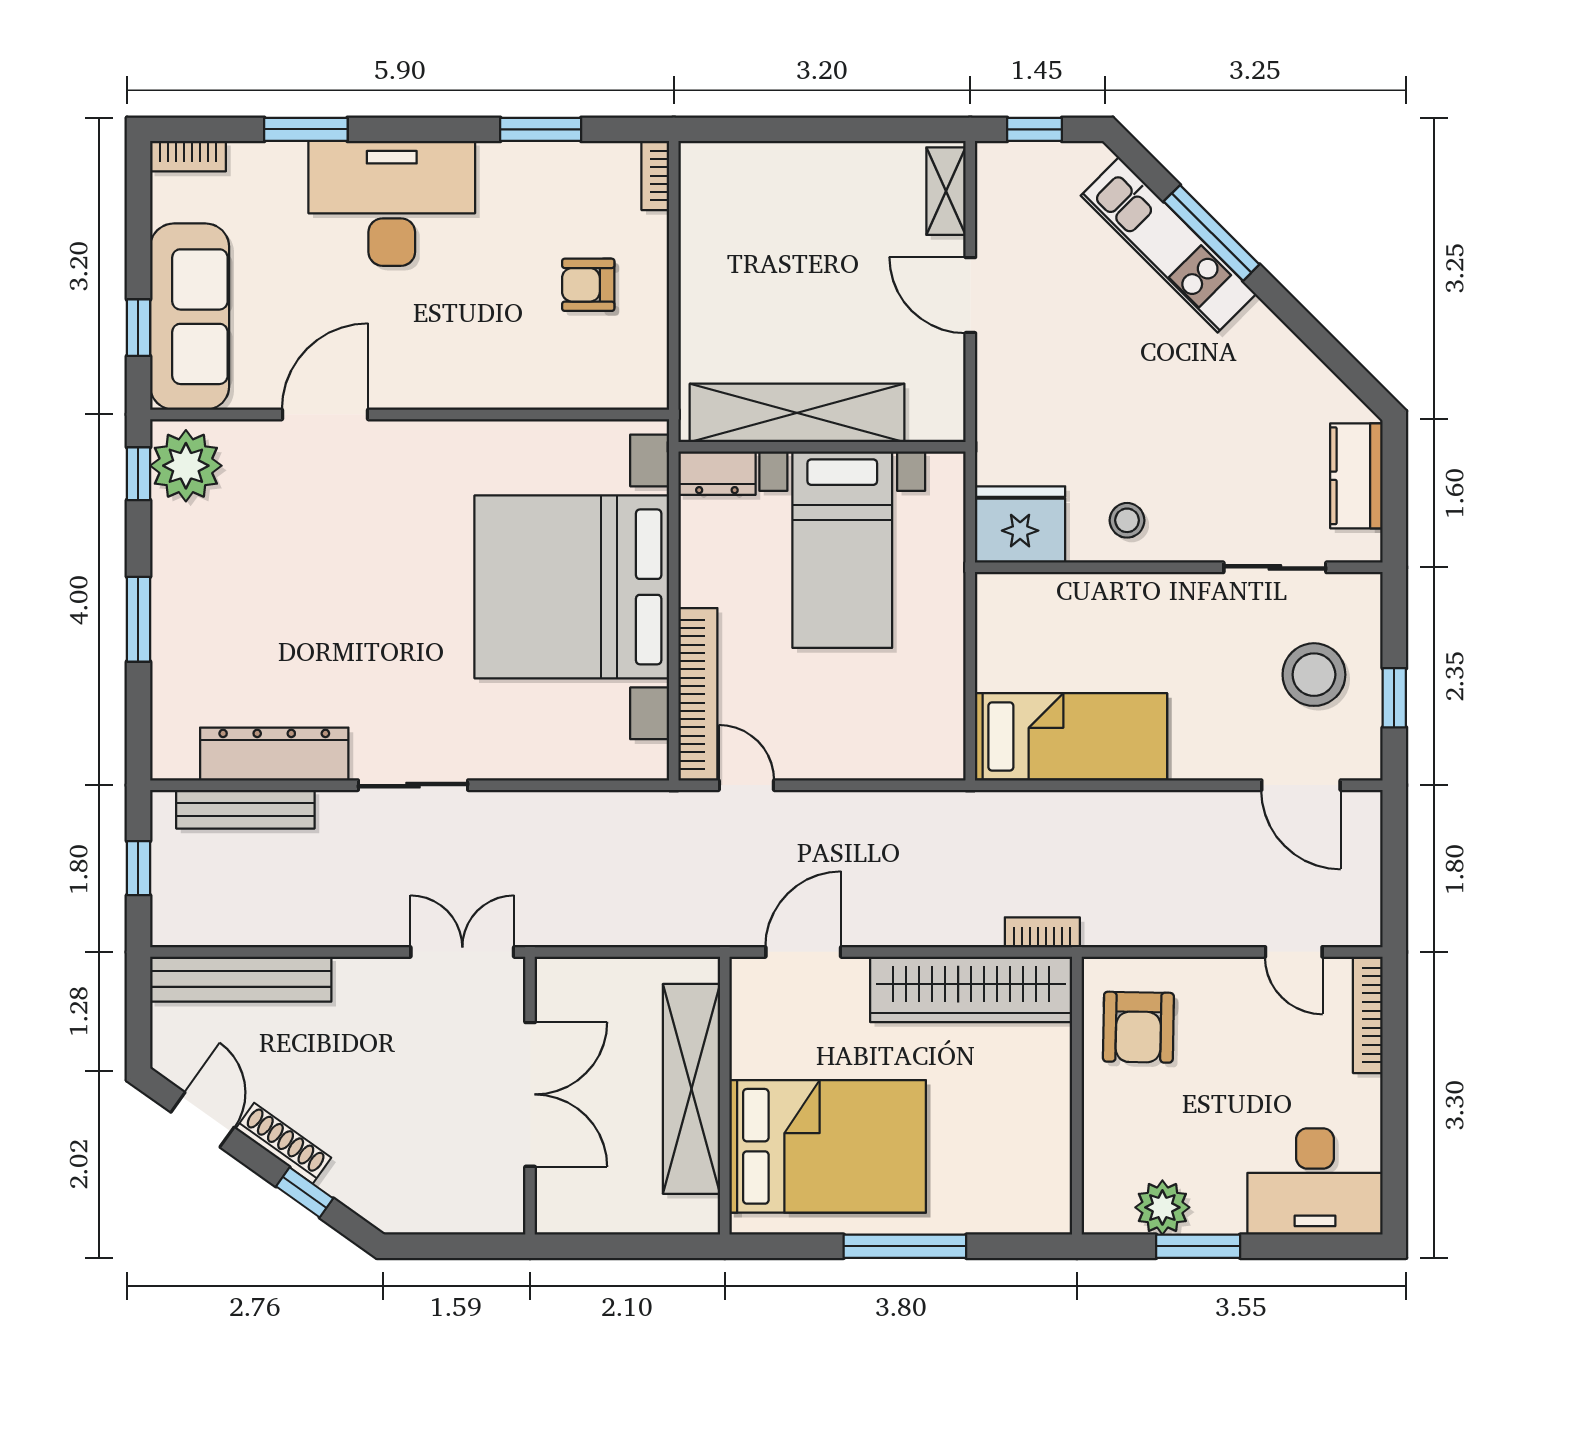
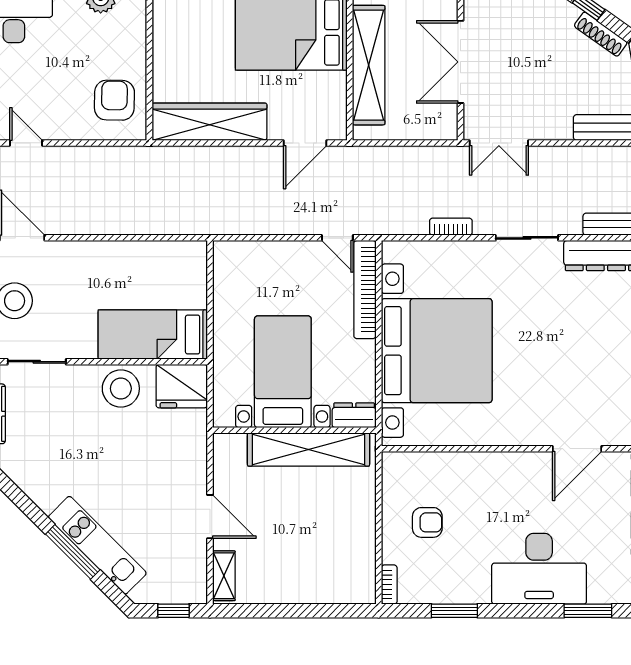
stool: (1127, 520) -> (121, 389), width x1.89, depth x1.89
bed: (1071, 736) -> (153, 335), moved
bookcase: (1042, 932) -> (451, 227), moved, turned 180

